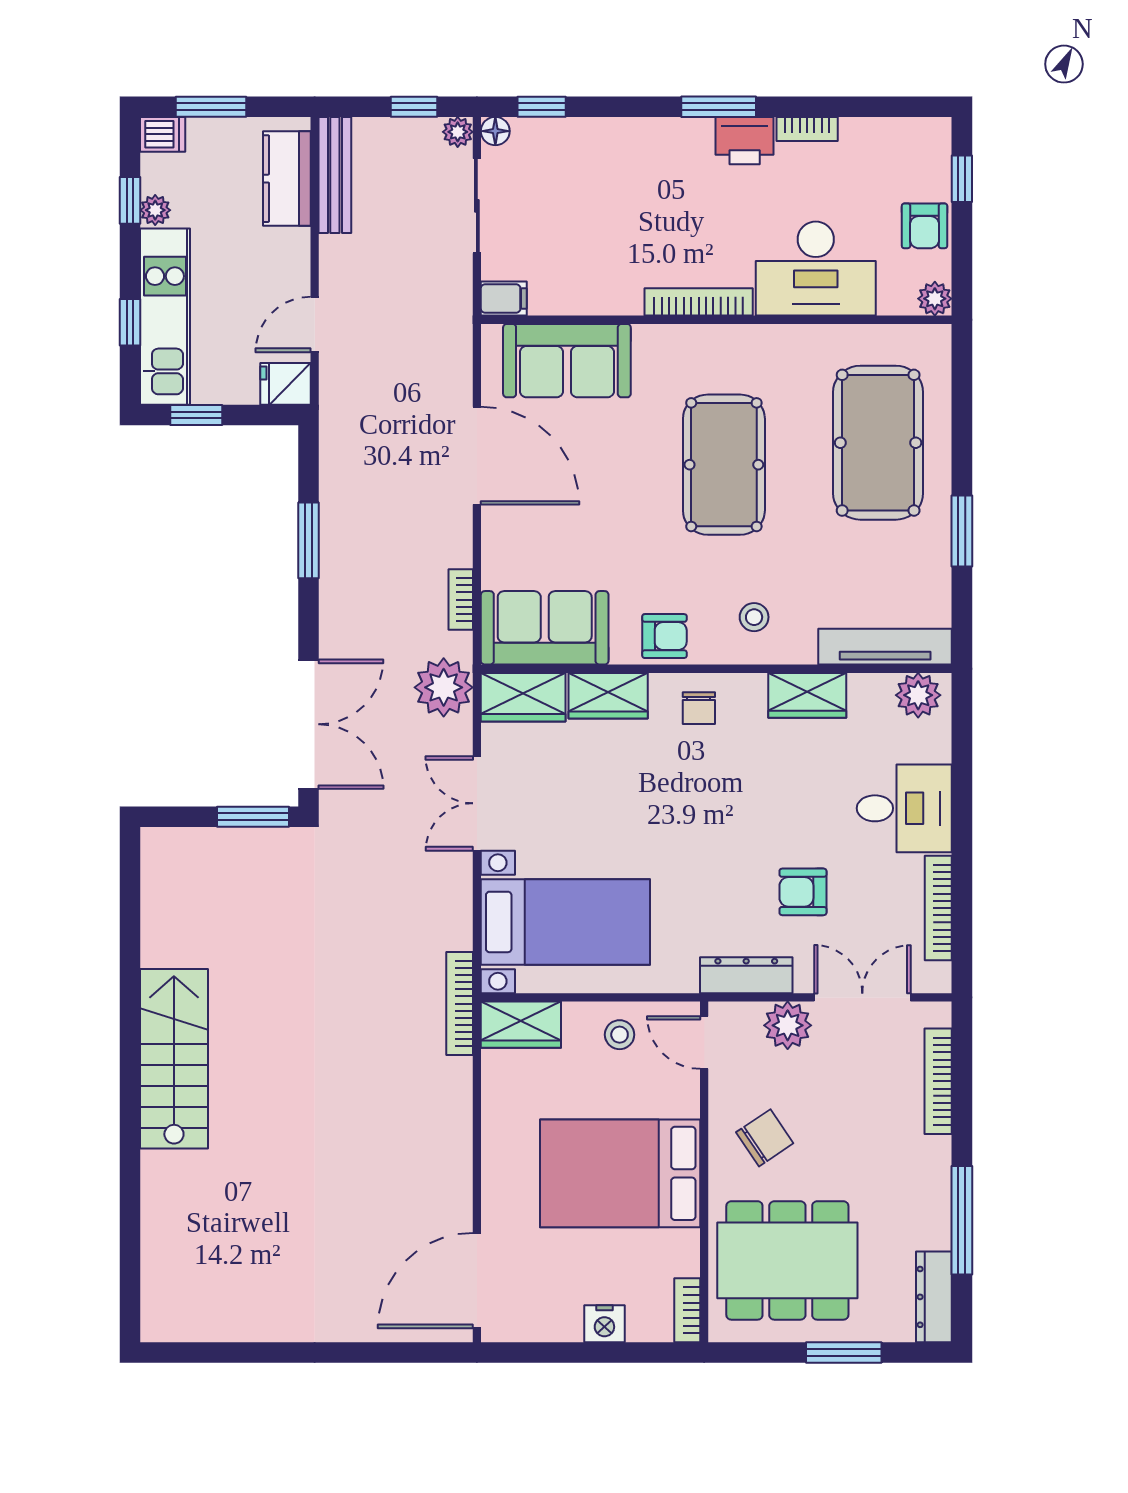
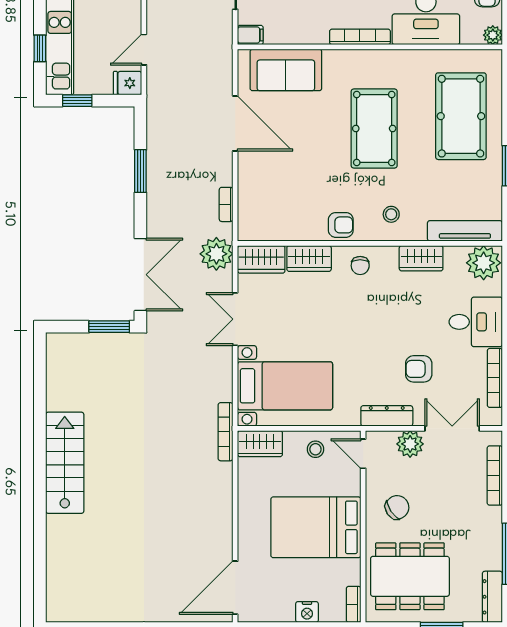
sofa: (545, 628) -> (273, 220), removed
plant: (918, 695) -> (484, 263), width x1.36, depth x1.36

